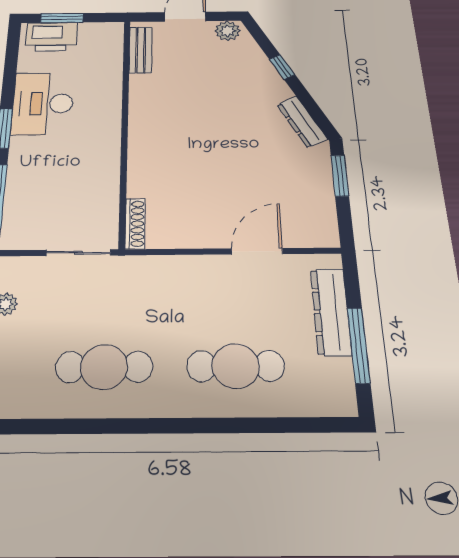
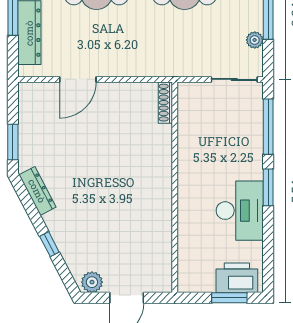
bench: (141, 50) -> (163, 263), removed
sliding door: (78, 253) -> (234, 79), moved

